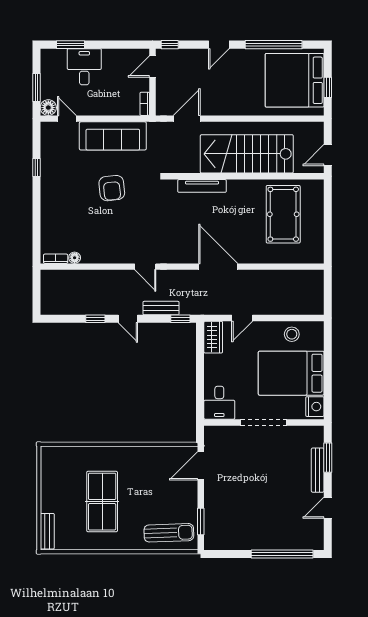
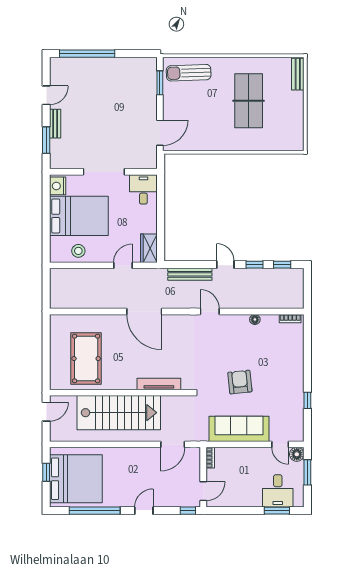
desk: (84, 67) -> (278, 491), moved
floor lamp: (75, 258) -> (255, 319), moved
bench: (161, 308) -> (190, 274), width x1.36
window: (180, 319) -> (282, 265), moved
bench: (318, 470) -> (55, 124), width x0.73

